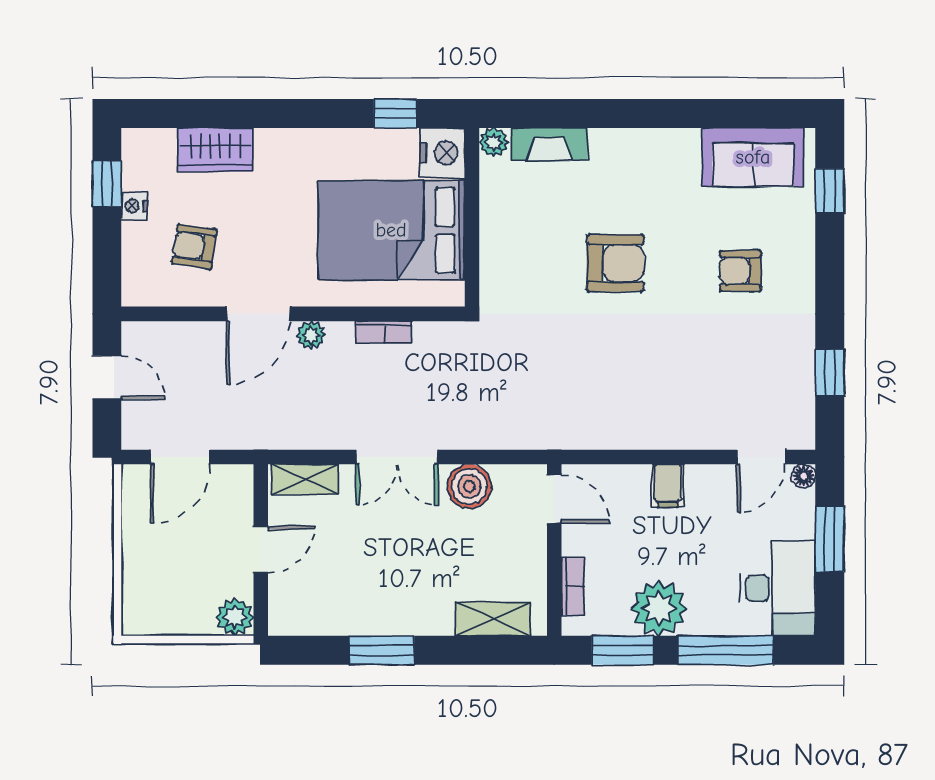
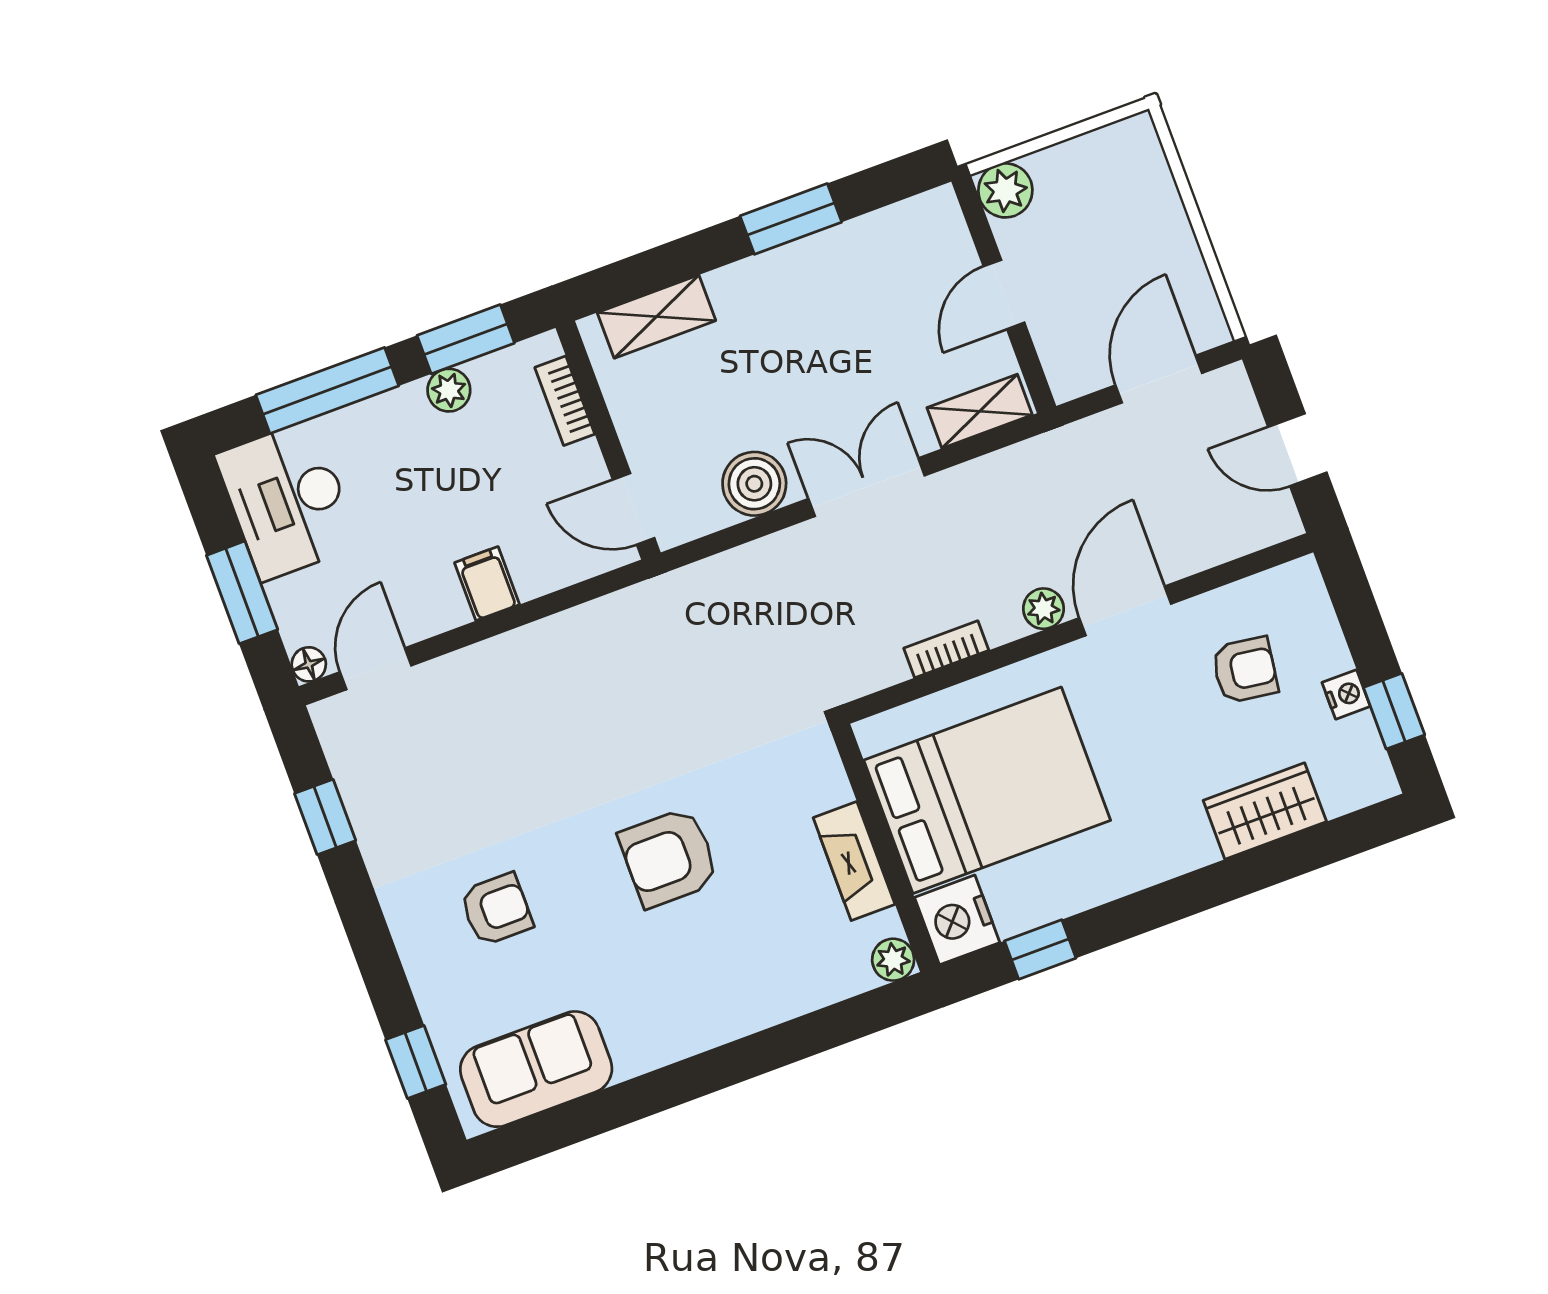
fireplace: (549, 144) -> (854, 861), moved, turned -90
plant: (659, 608) -> (449, 390), width x0.53, depth x0.53

